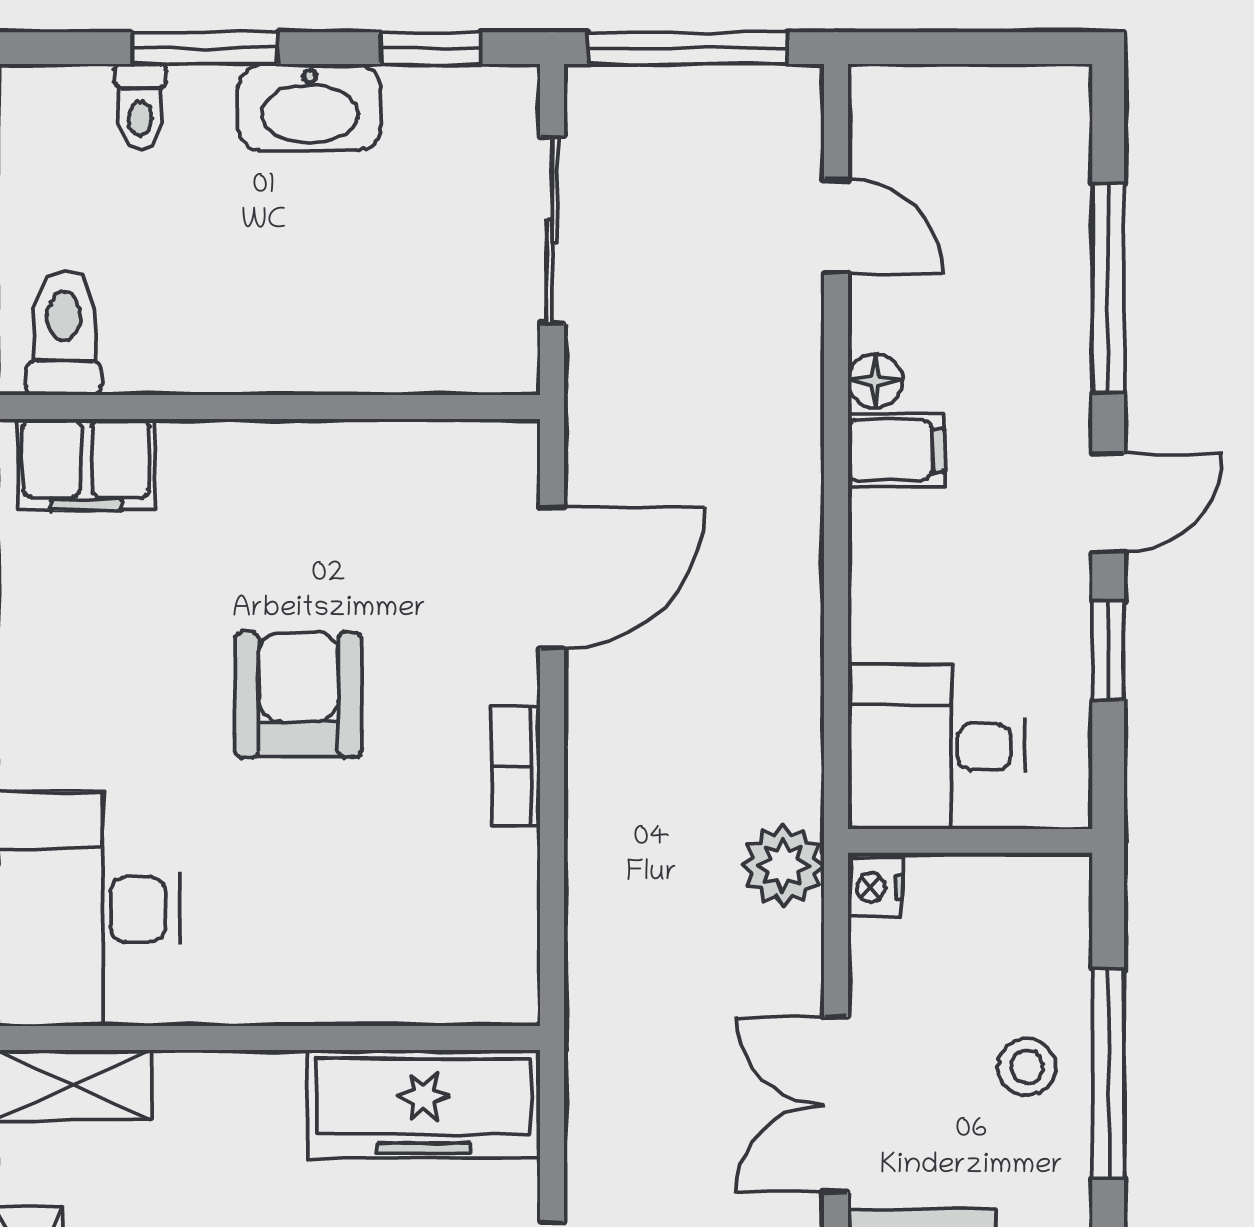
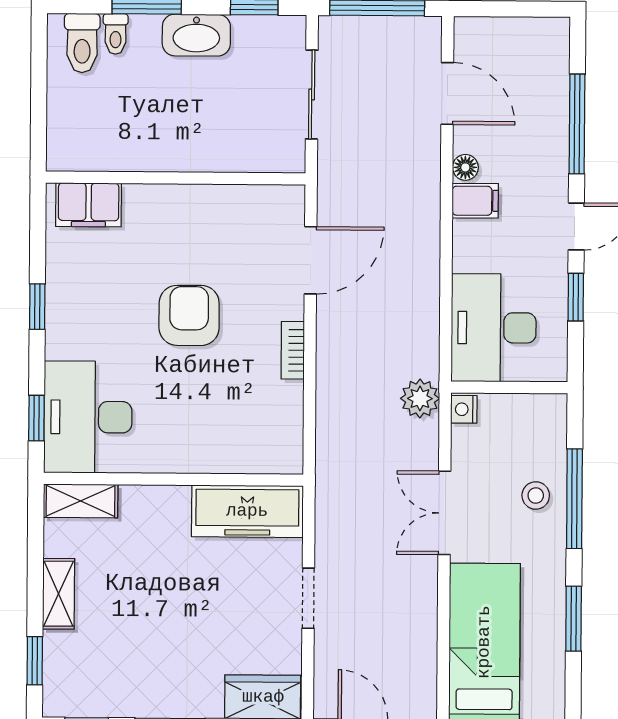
door: (836, 226) -> (447, 93), width x1.38
toilet: (64, 333) -> (82, 43), moved, turned 180
desk: (937, 747) -> (494, 328), width x1.37

